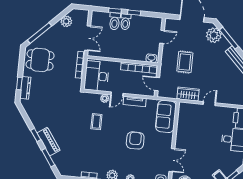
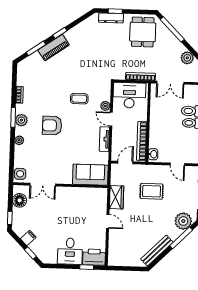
armchair: (135, 140) -> (52, 125), moved, turned 180

